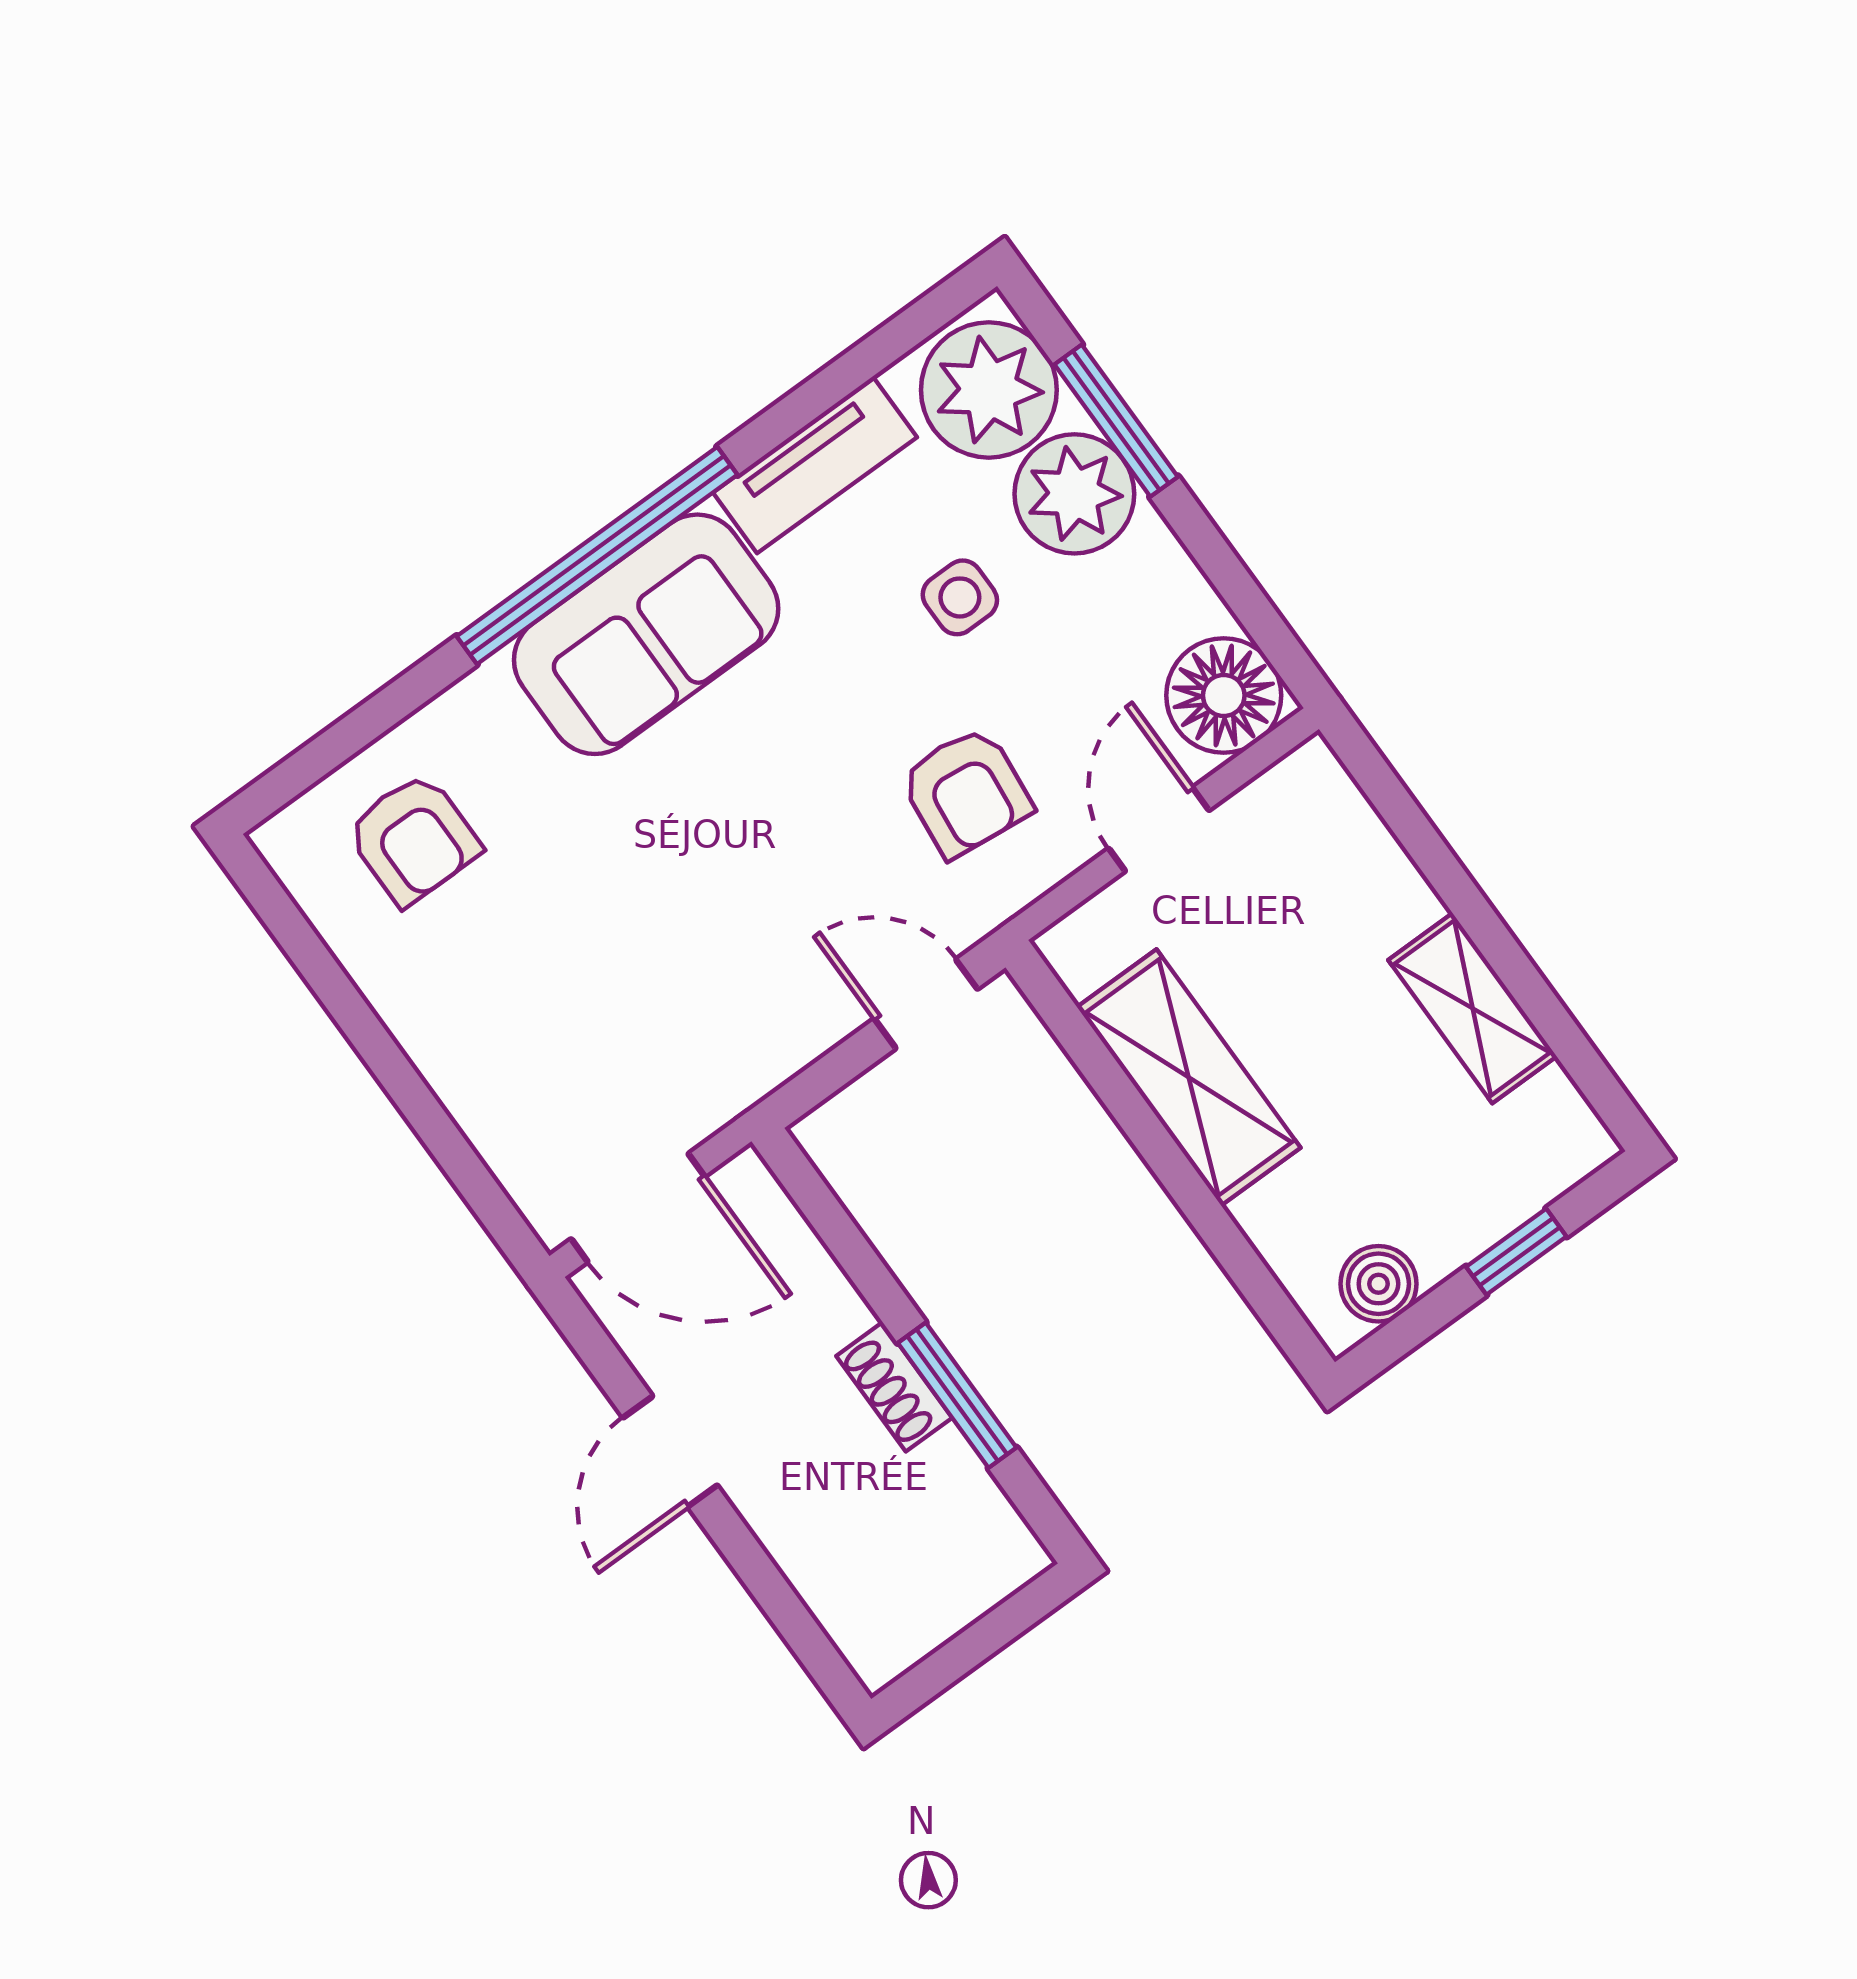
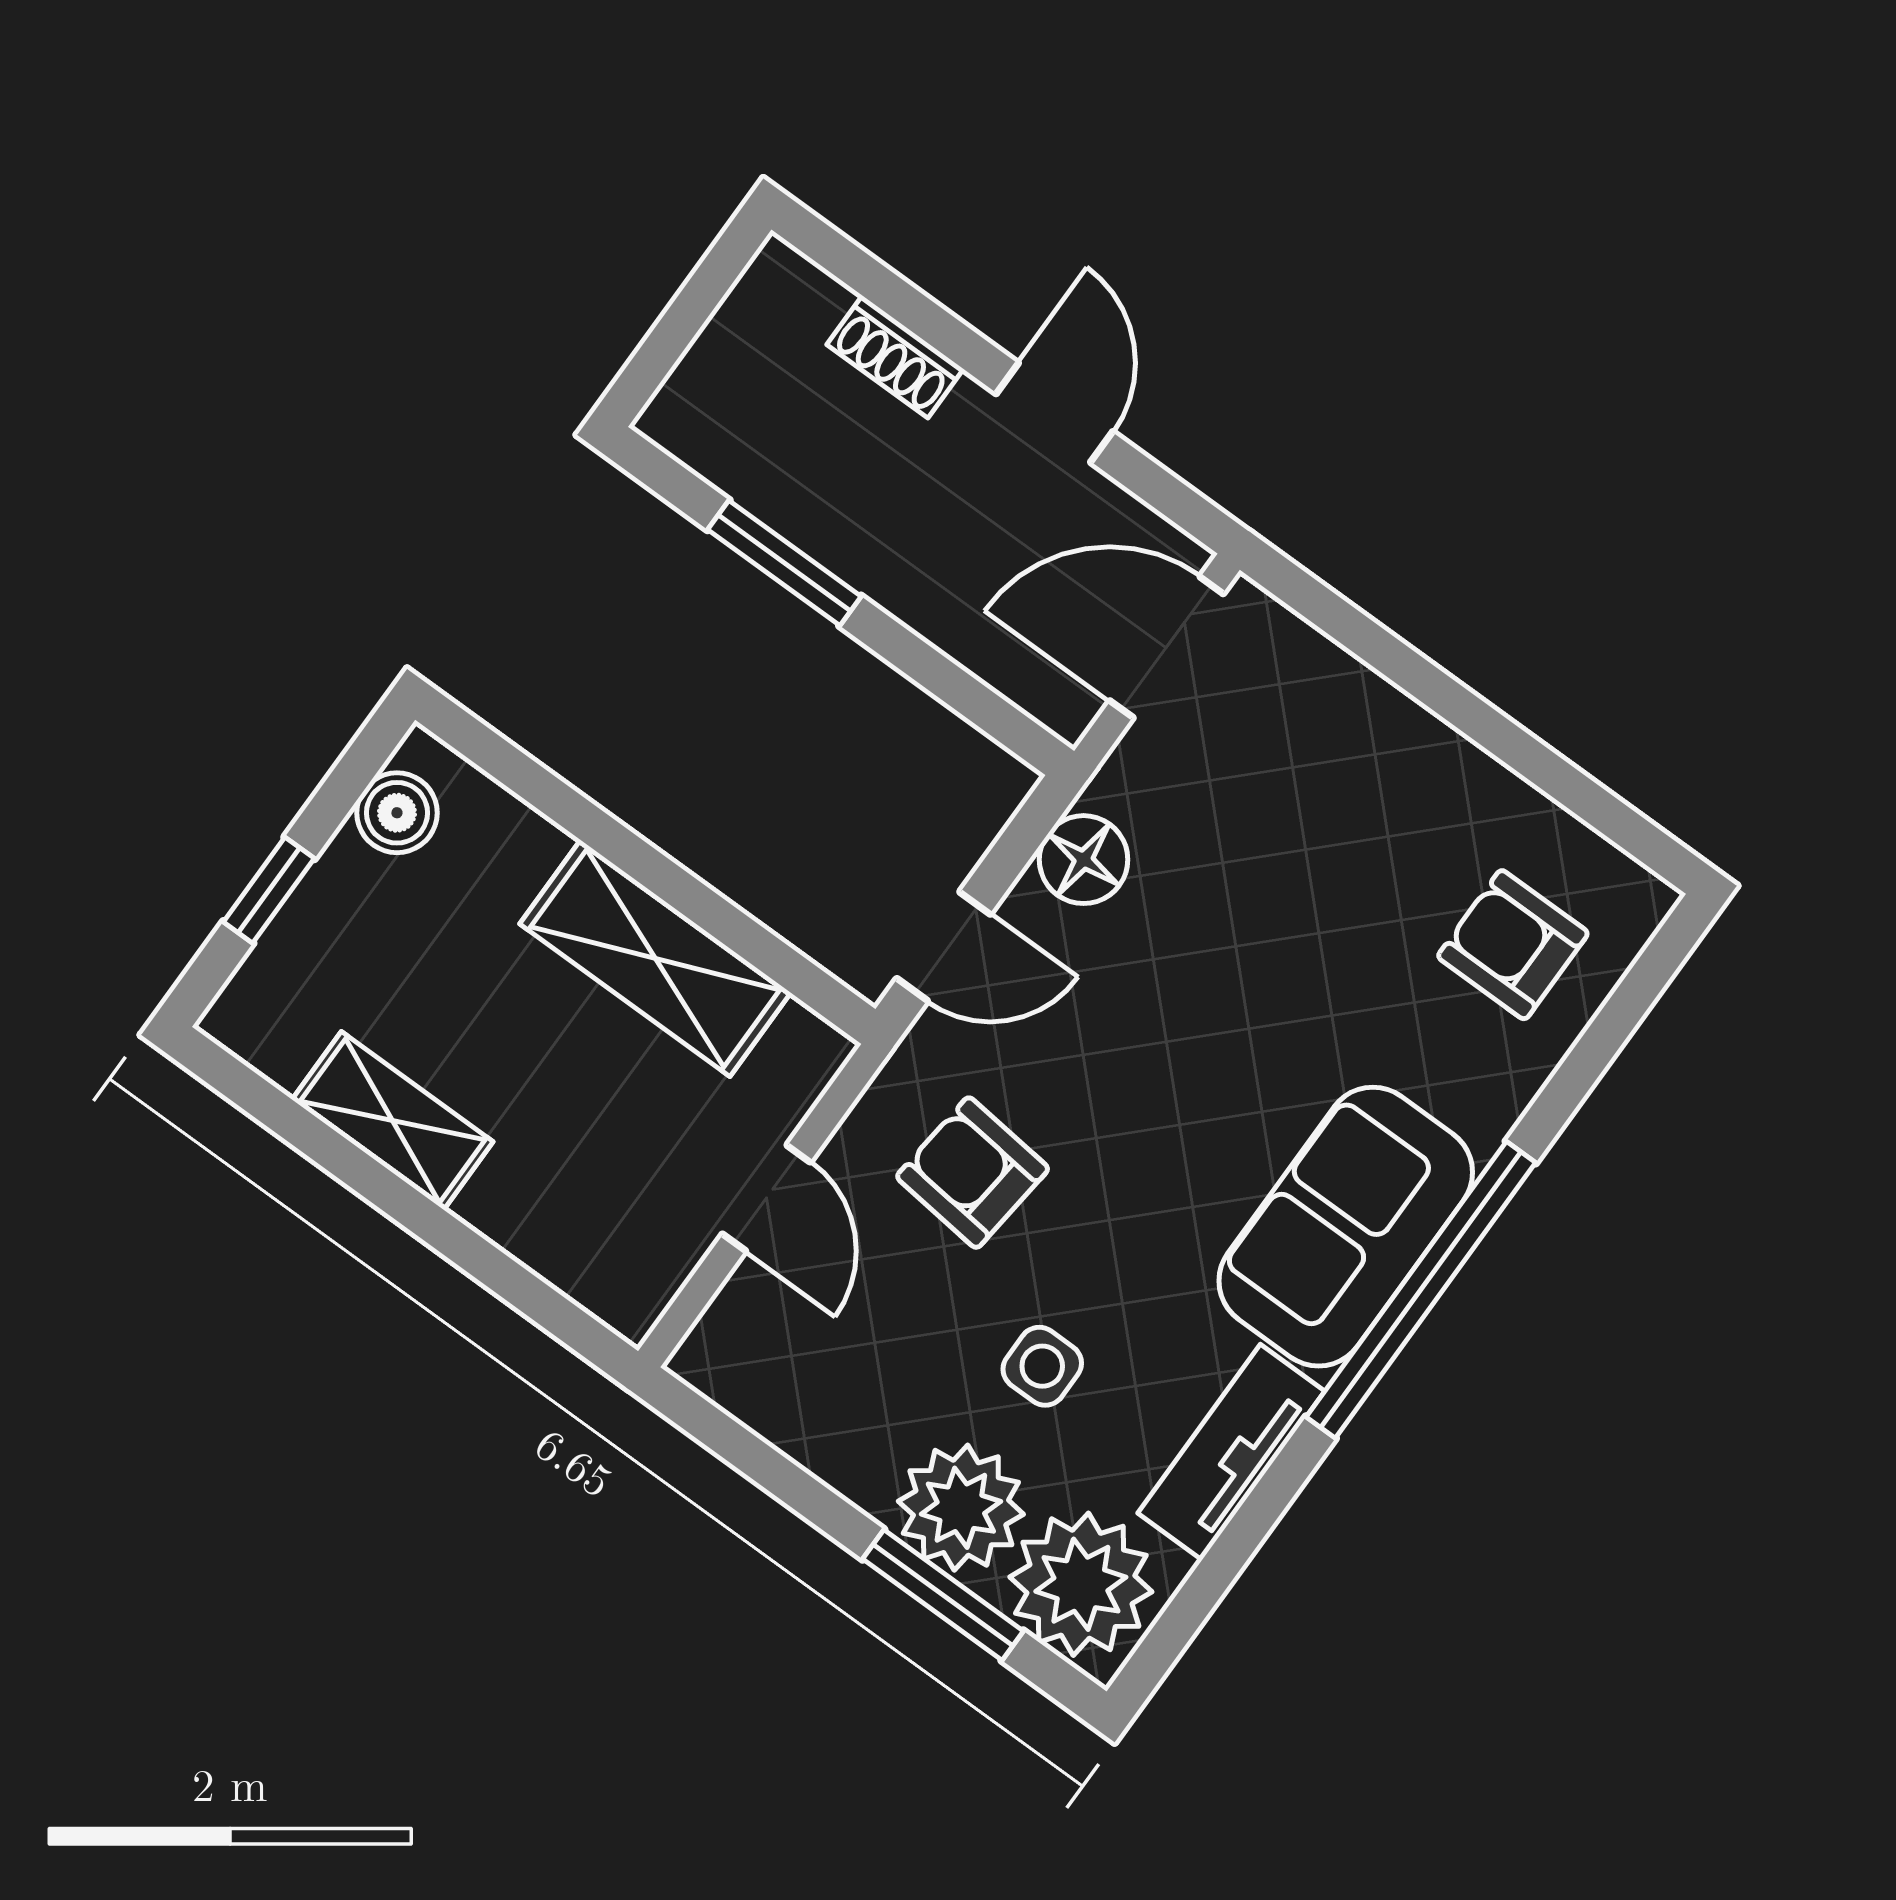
floor lamp: (1224, 695) -> (1084, 860), moved, width x0.73, depth x0.73
shoe rack: (894, 1387) -> (895, 357), moved, turned 180

